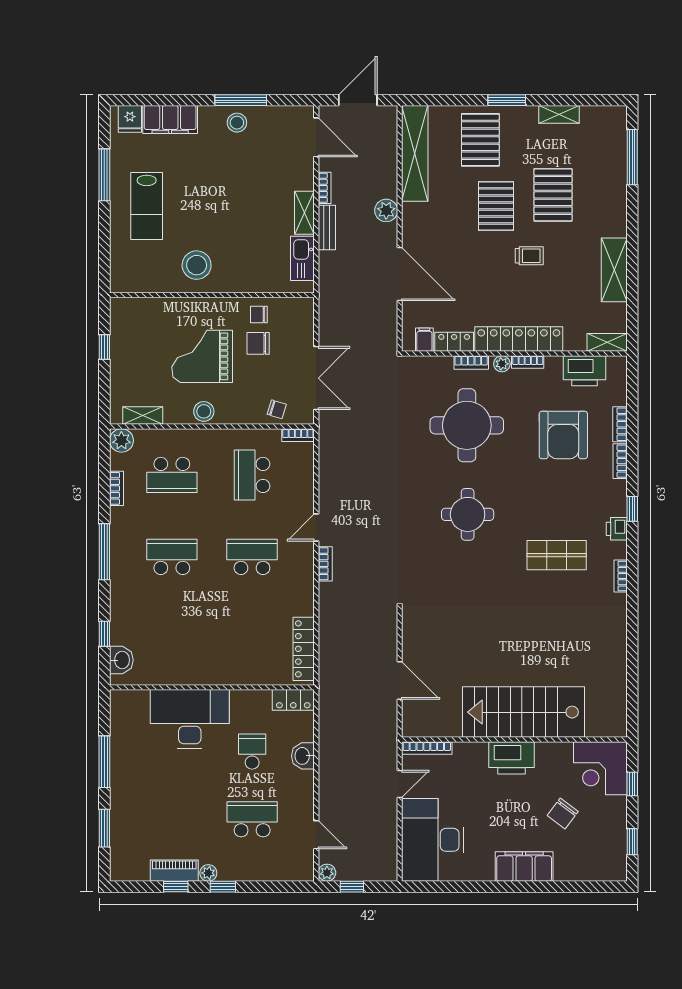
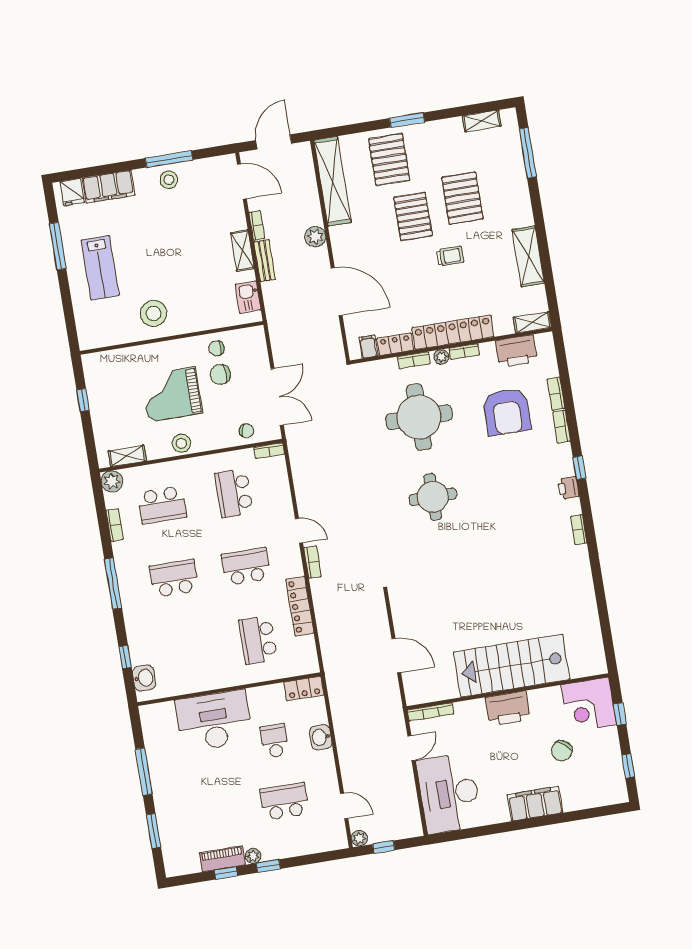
shelving: (559, 114) -> (482, 121), moved
kitchen sink: (302, 258) -> (248, 297), width x0.73
door: (316, 528) -> (299, 531), swing flipped
shop shelf: (557, 555) -> (518, 520), removed
school desk: (252, 639) -> (258, 640), added
locker: (304, 649) -> (300, 606), moved

